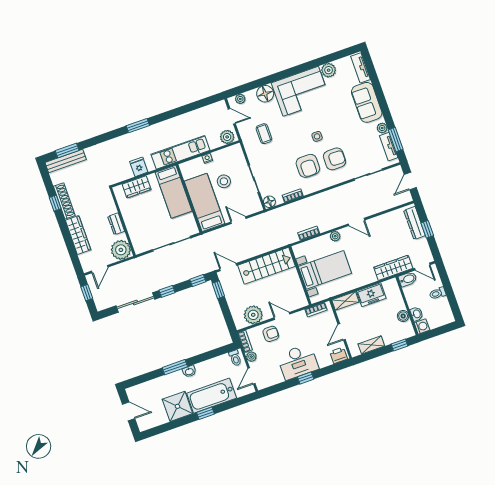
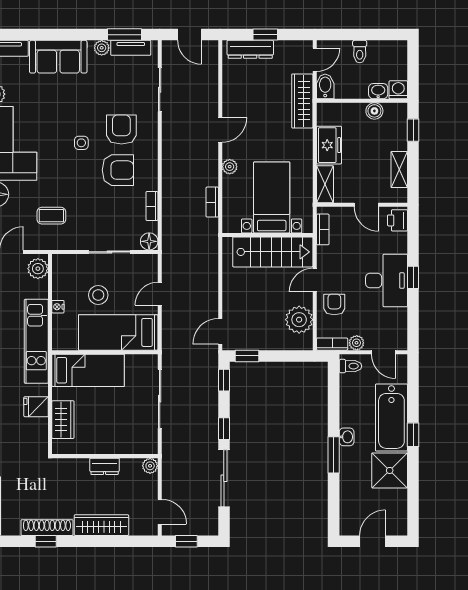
plant: (121, 250) -> (150, 466), width x0.53, depth x0.53
stairs: (267, 266) -> (273, 252), moved, turned 90

